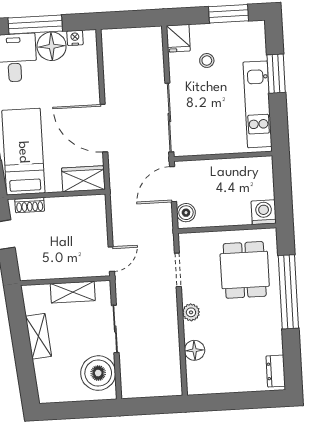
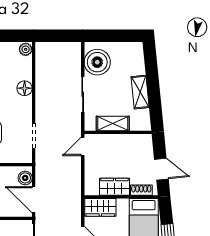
door: (173, 184) -> (34, 200), swing flipped
wardrobe: (66, 208) -> (114, 187), added
plant: (191, 312) -> (26, 49), moved
floor lamp: (195, 350) -> (25, 88), moved

